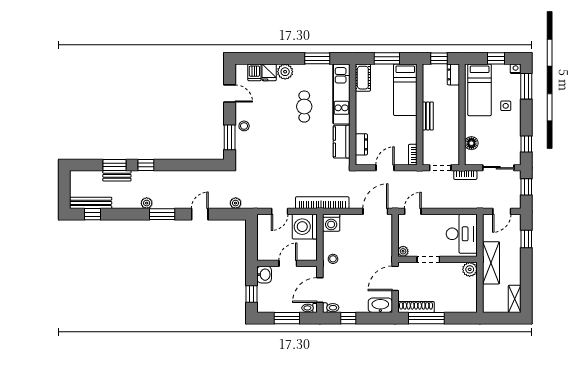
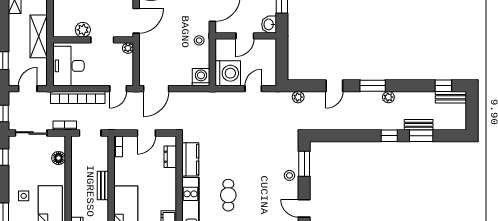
bench: (91, 203) -> (451, 97), width x0.73
bookcase: (322, 203) -> (78, 97), moved
plant: (470, 269) -> (83, 30), moved

